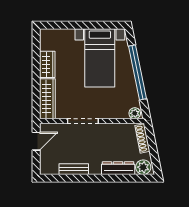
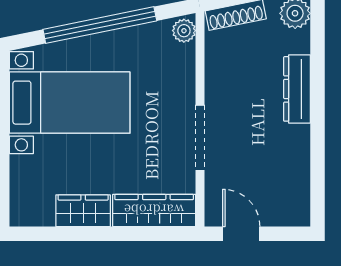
dresser: (118, 168) -> (297, 89), moved
bench: (74, 169) -> (299, 156), removed

